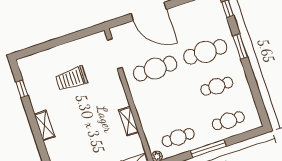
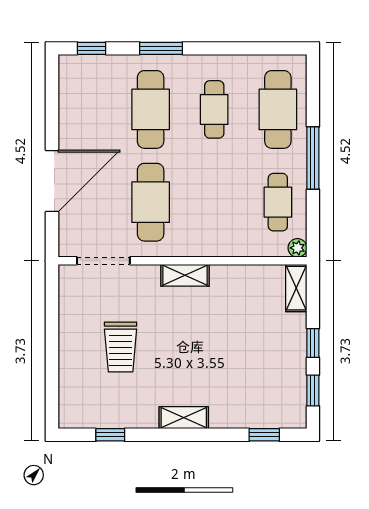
shelving: (129, 121) -> (185, 275), moved
cafe table: (228, 121) -> (278, 109), width x1.37, depth x1.35

